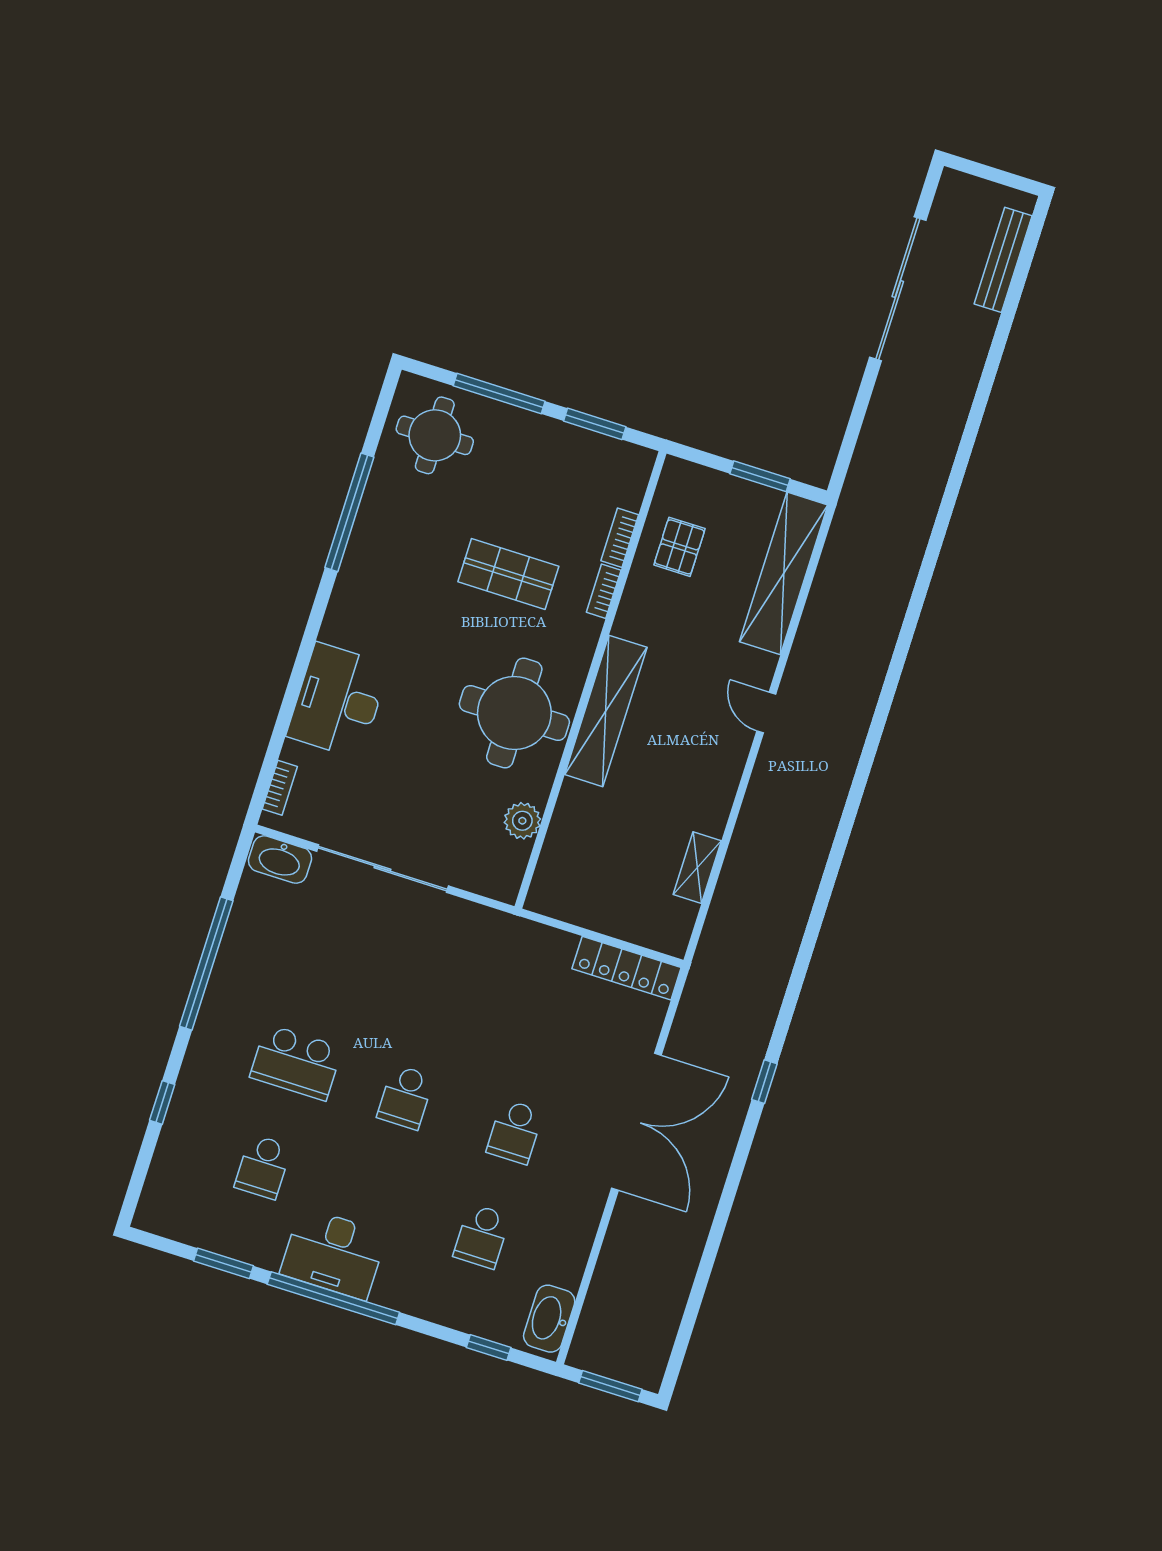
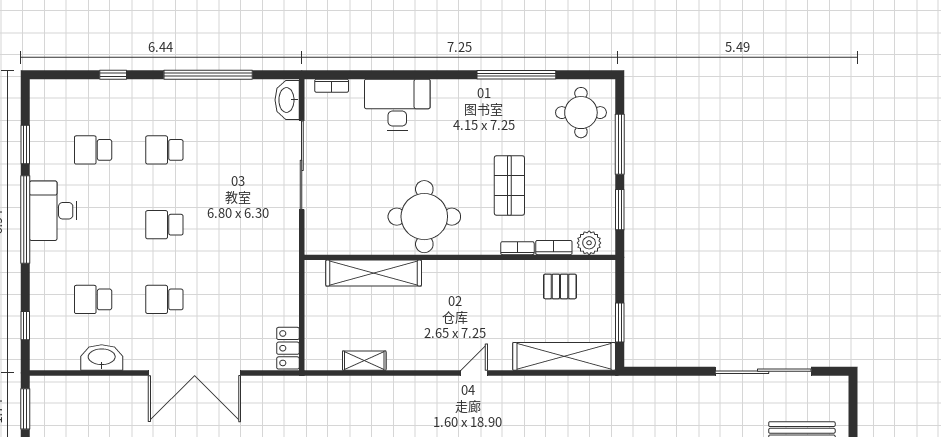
shelving: (606, 711) -> (374, 273), moved
plant: (522, 821) -> (589, 243), moved
locker: (627, 968) -> (288, 348), width x0.66
school desk: (296, 1062) -> (164, 150), width x0.54
washbasin: (549, 1319) -> (102, 358), moved

